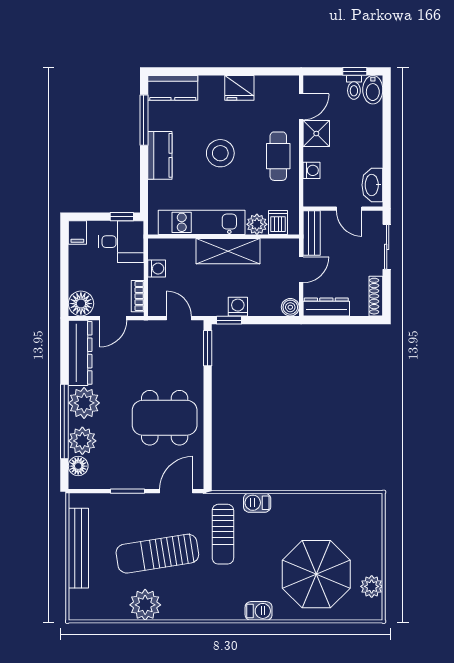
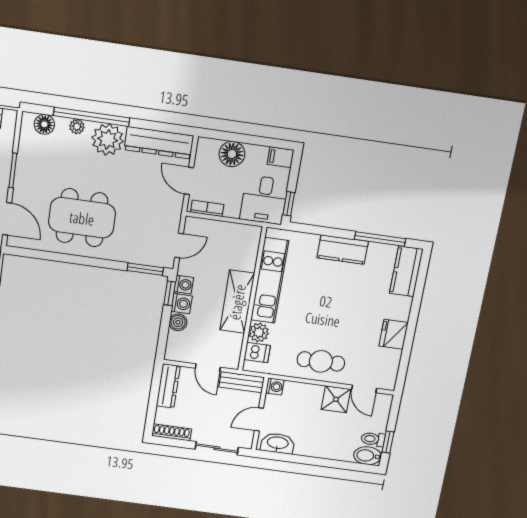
stool: (220, 153) -> (334, 308), removed
washing machine: (311, 170) -> (275, 386), moved, turned -90
washing machine: (157, 269) -> (184, 285), moved, turned -90
floor lamp: (81, 304) -> (232, 154), moved
boiler: (290, 307) -> (178, 322), moved
dining table: (165, 418) -> (82, 218), turned 90
plant: (82, 441) -> (77, 127), width x0.53, depth x0.53

